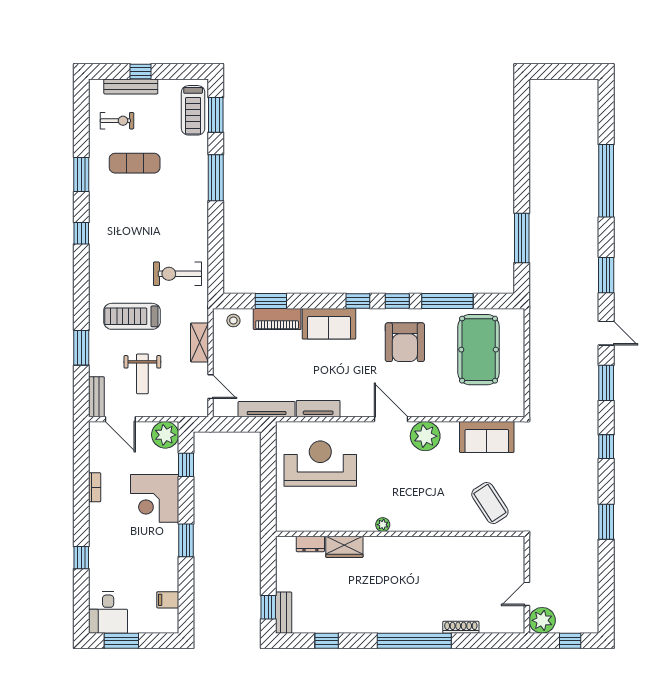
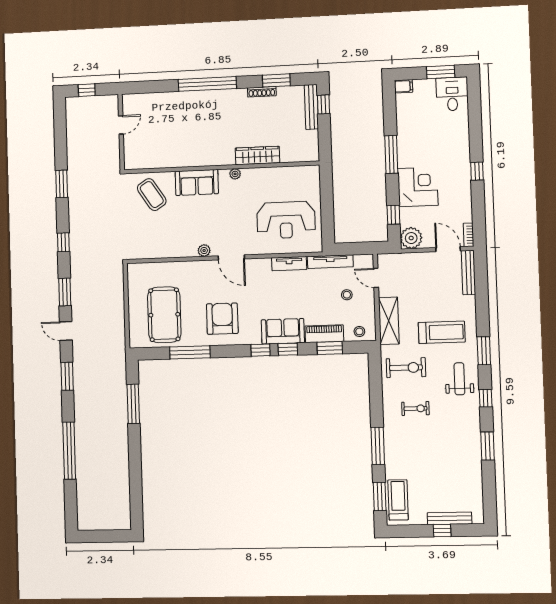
exercise bike: (117, 121) -> (415, 408), moved, turned 180
exercise mat: (135, 163) -> (444, 456), removed
window: (397, 301) -> (288, 349), moved
shelving: (199, 342) -> (389, 321), width x1.50, depth x1.33
window: (81, 348) -> (484, 351), moved
stool: (247, 367) -> (347, 295), added
weight bench: (142, 374) -> (459, 379), moved
bench: (96, 397) -> (468, 272), width x1.36
plant: (425, 436) -> (204, 251), width x0.53, depth x0.53
sofa: (487, 437) -> (197, 182), moved, turned 180
bookcase: (95, 487) -> (469, 235), moved
window: (186, 540) -> (391, 154), width x1.44
dresser: (310, 544) -> (292, 156), removed
wardrobe: (344, 547) -> (257, 155), width x1.50
window: (81, 558) -> (477, 171), moved
filing cabinet: (168, 600) -> (404, 86), moved
bench: (284, 613) -> (311, 107), width x1.36
plant: (542, 620) -> (109, 105), removed
shoe rack: (461, 627) -> (262, 92), moved
window: (327, 641) -> (276, 80), width x1.50

